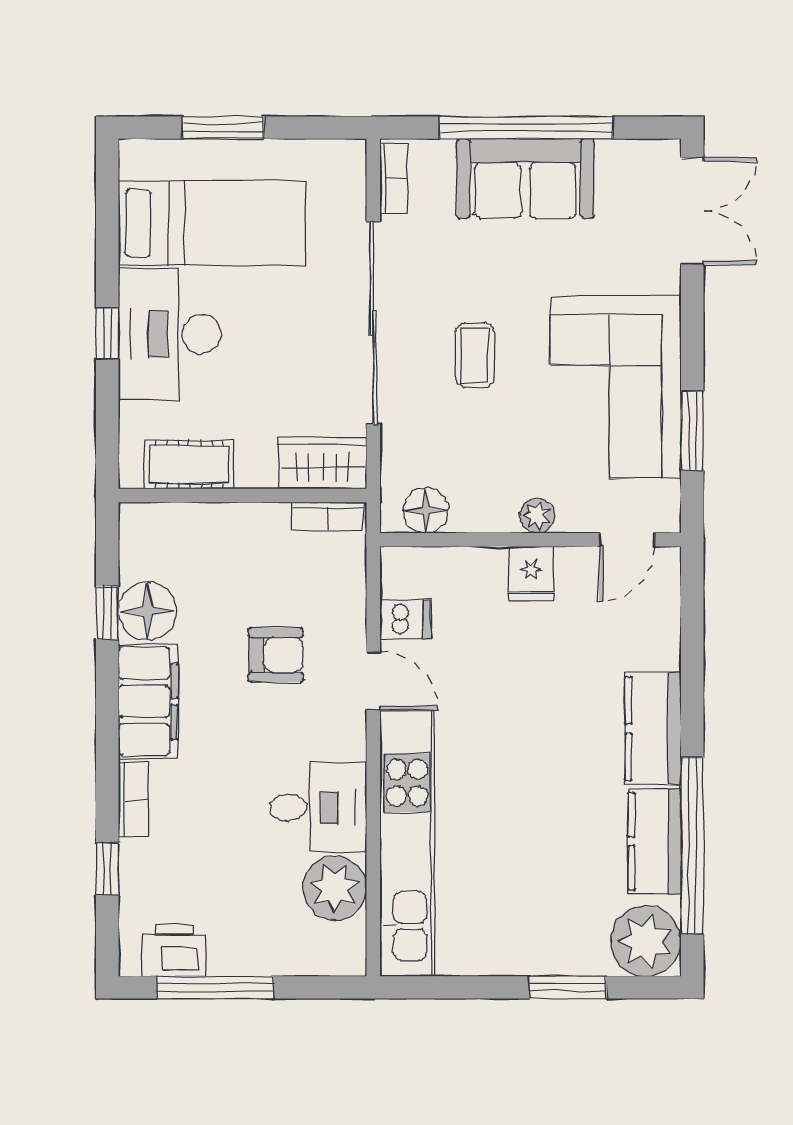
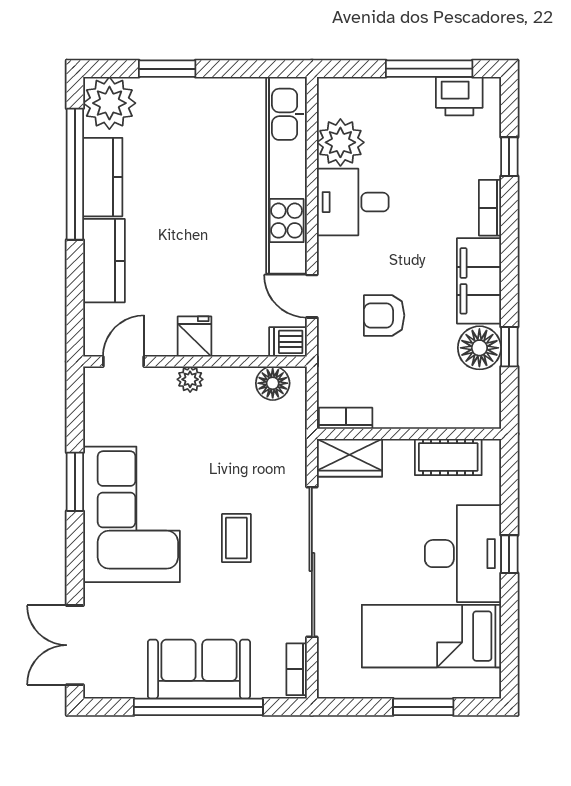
floor lamp: (426, 510) -> (273, 383), moved
plant: (537, 516) -> (190, 379), moved
wall: (531, 540) -> (195, 361), moved
door: (627, 540) -> (123, 361), moved
fridge: (531, 573) -> (194, 336), moved

